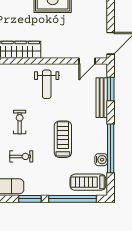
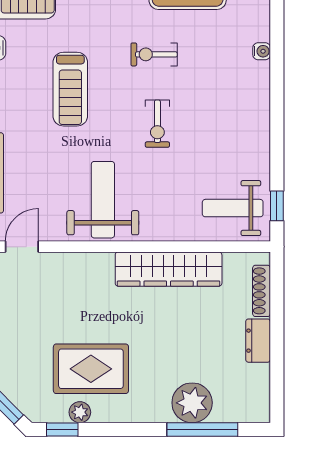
weight bench: (47, 84) -> (103, 200), width x1.36, depth x1.33

